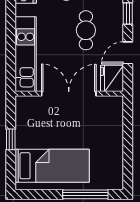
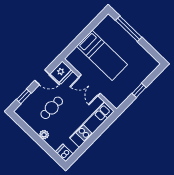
double door: (69, 94) -> (90, 85), width x0.73
bed: (52, 166) -> (102, 55), moved, turned 180

